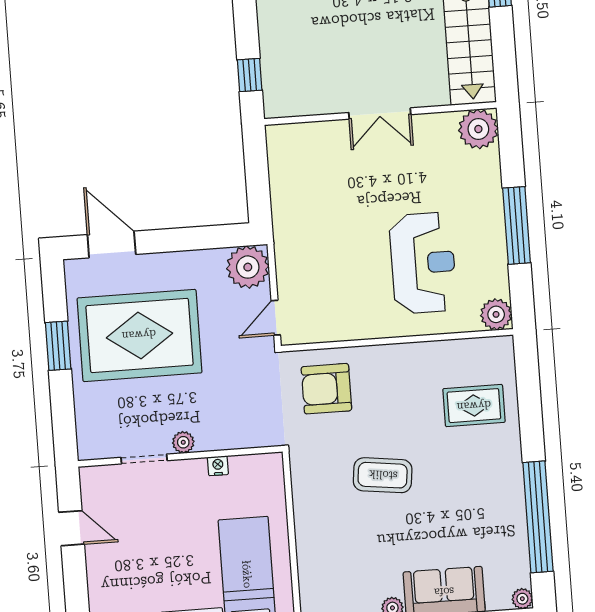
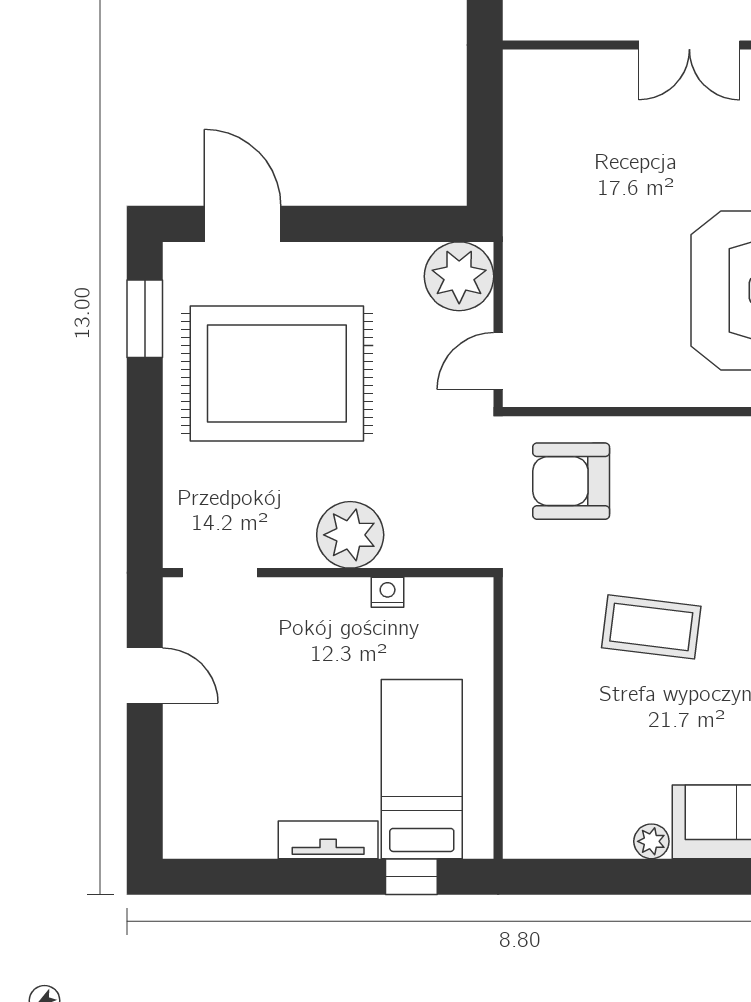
window: (58, 346) -> (145, 319), moved
plant: (183, 442) -> (350, 535), width x1.88, depth x1.88
doorway: (144, 459) -> (220, 573), moved

